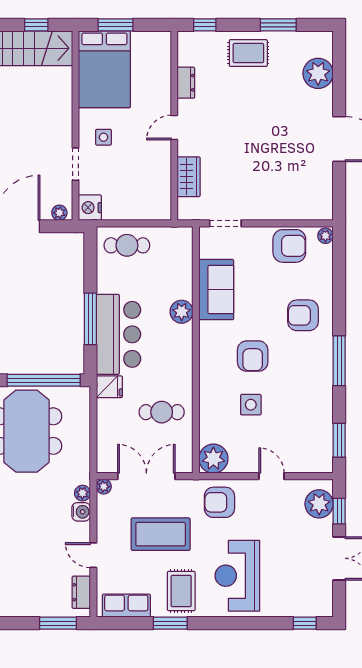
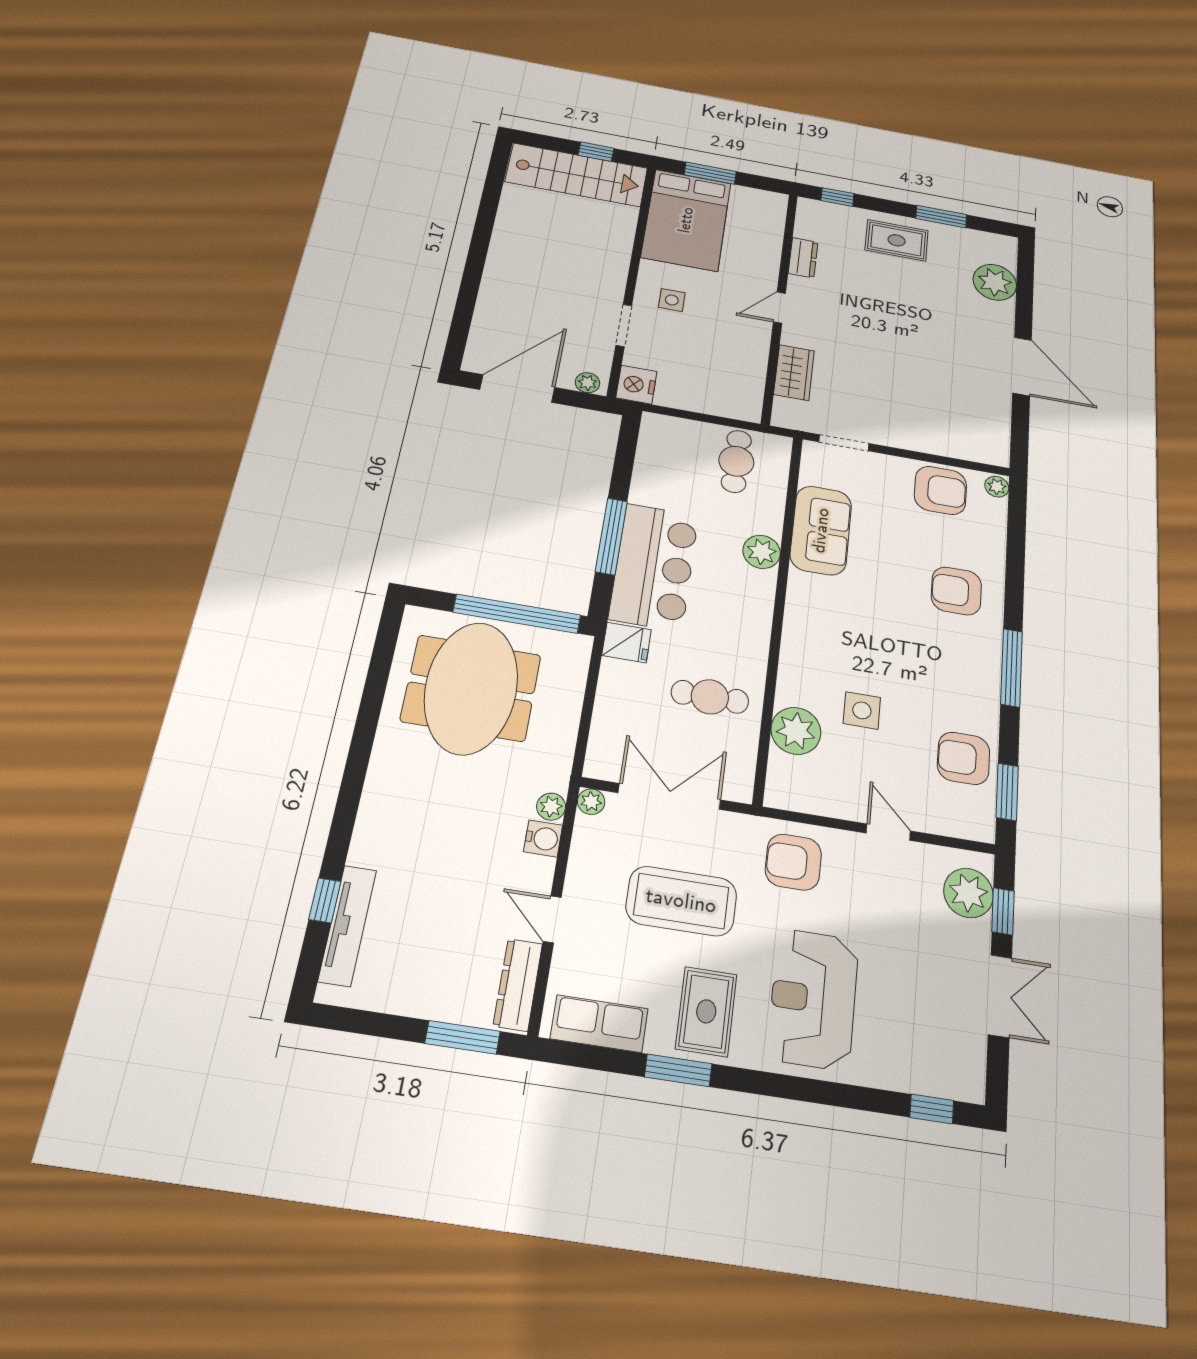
cafe table: (127, 245) -> (736, 461), moved, turned 90
armchair: (253, 356) -> (964, 758), moved, turned 90
plant: (213, 459) -> (796, 731), moved
dresser: (81, 592) -> (518, 985), width x1.44

